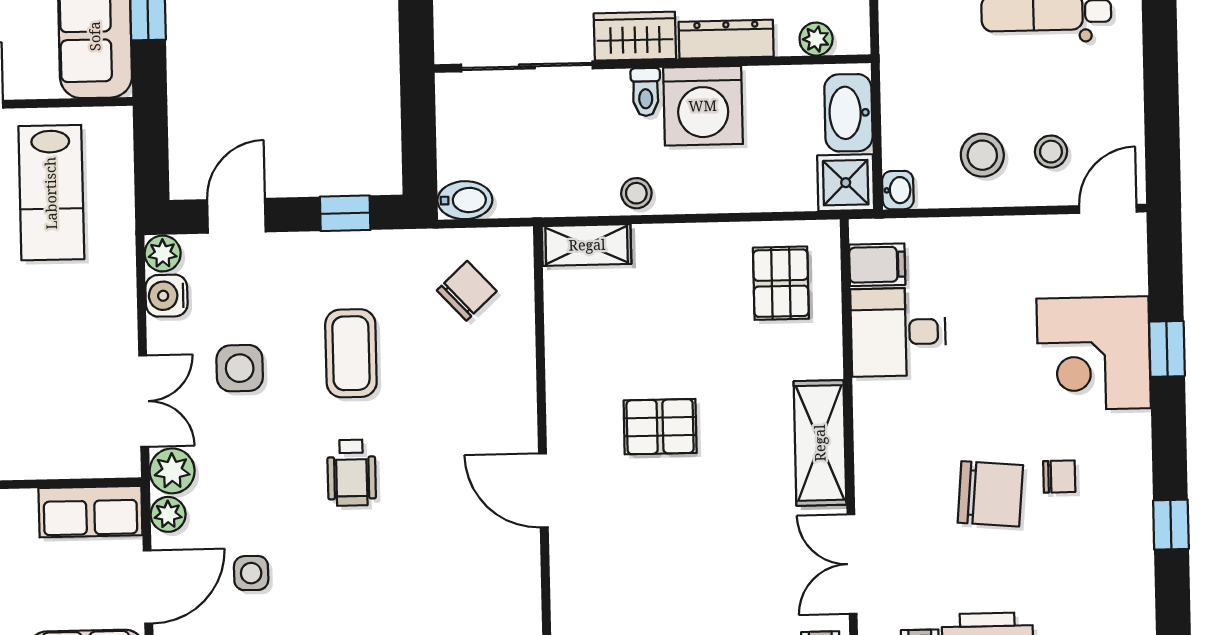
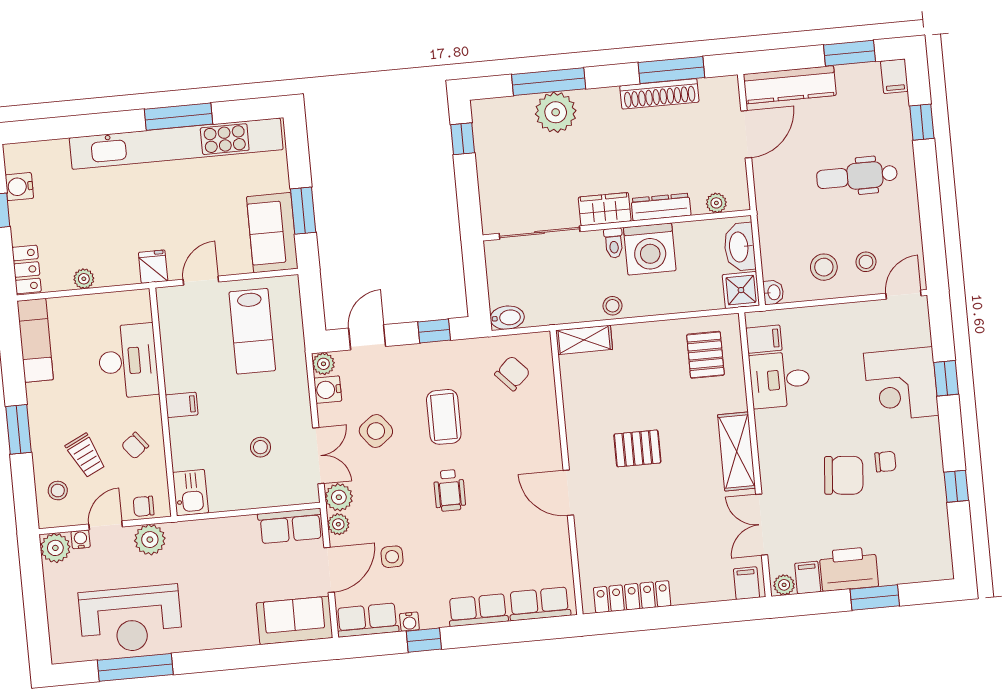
side table: (240, 368) -> (376, 431), turned -37
stool: (51, 381) -> (260, 447), added

